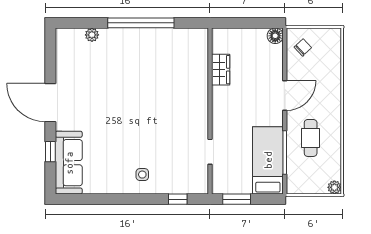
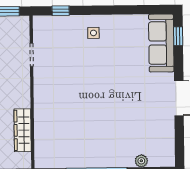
wardrobe: (221, 70) -> (23, 130), width x1.50
window: (50, 152) -> (178, 36), moved

